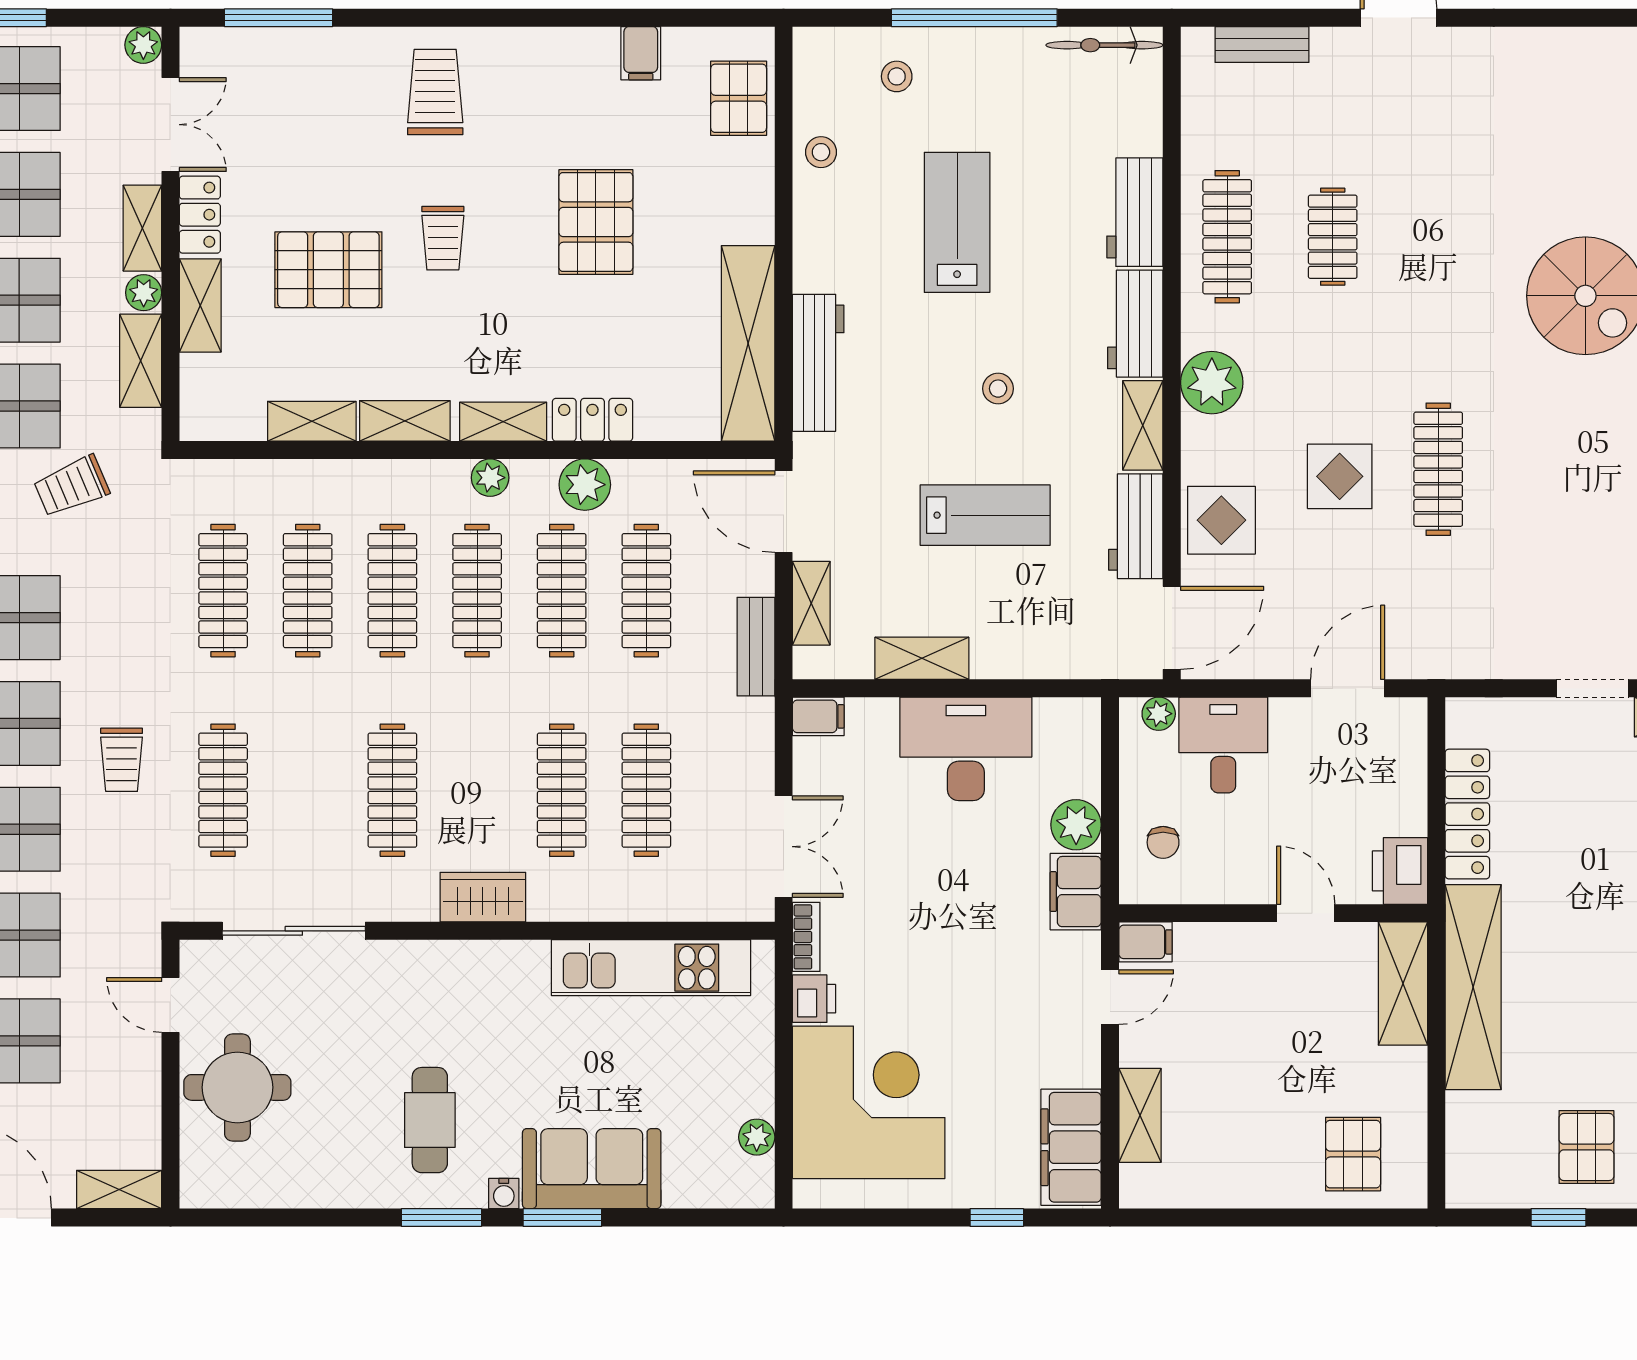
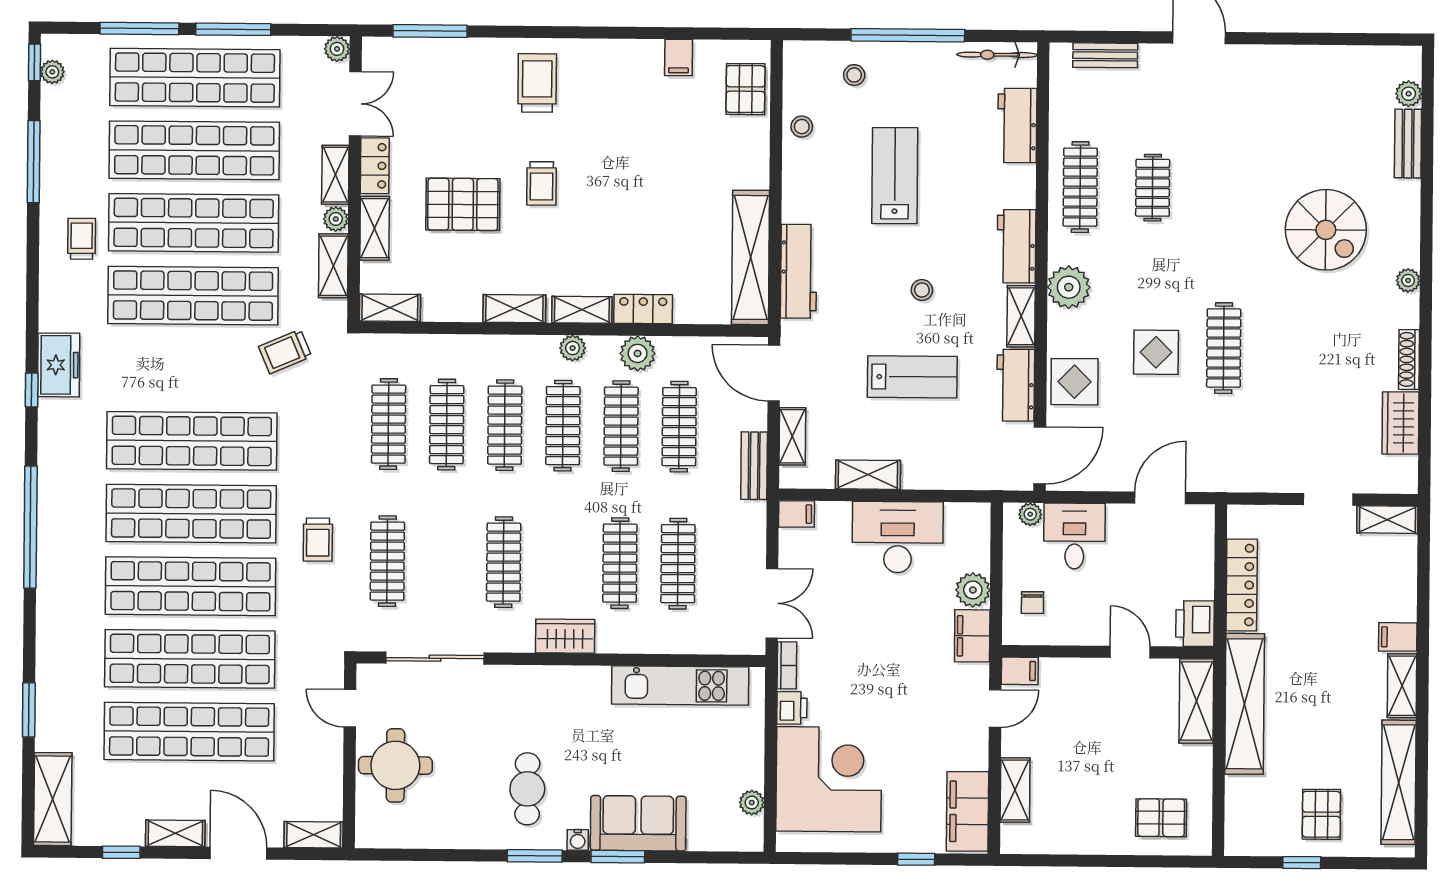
workbench: (1135, 212) -> (1017, 125), moved
pallet: (596, 222) -> (647, 173), removed
shelving: (312, 421) -> (390, 308), moved
pallet: (1353, 1154) -> (1161, 818), turned 90

